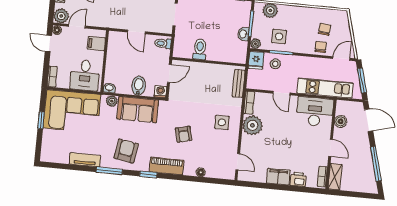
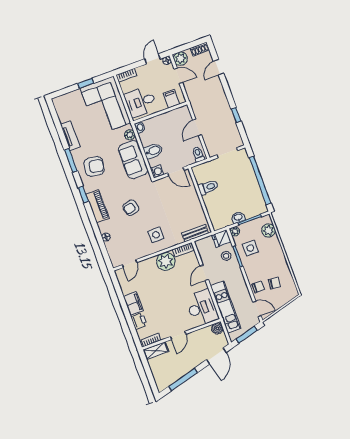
boiler: (341, 121) -> (217, 328), moved

